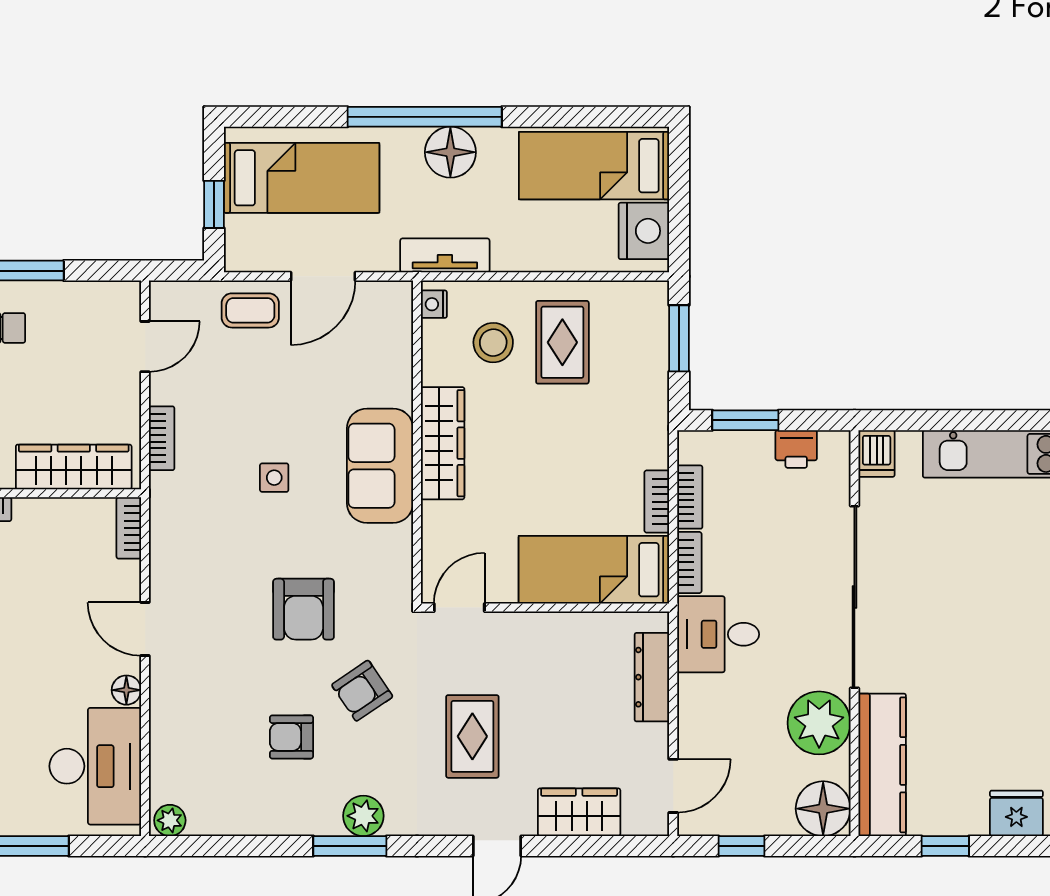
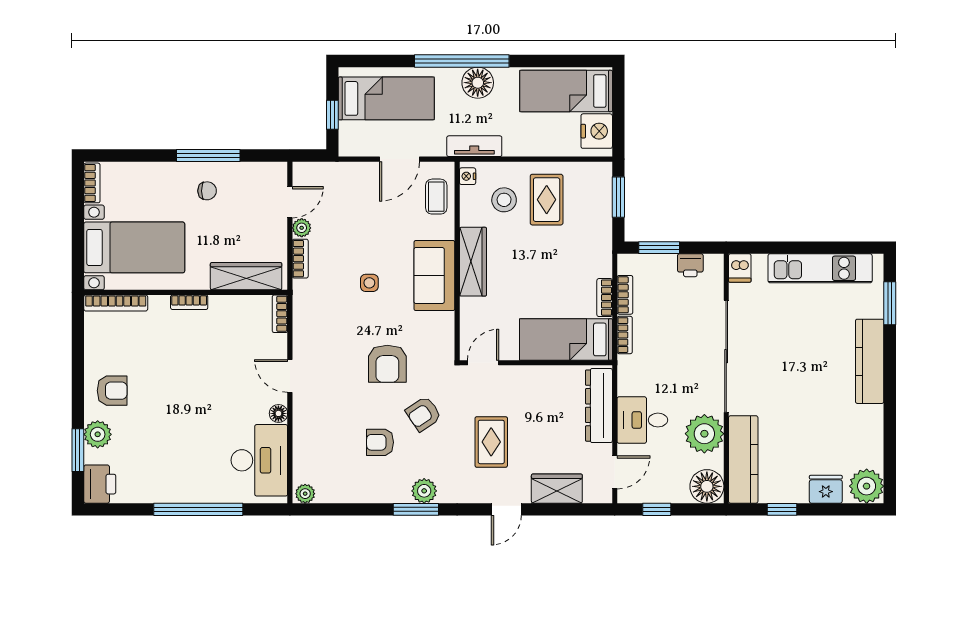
coffee table: (250, 310) -> (436, 197), moved, turned 90
plant: (164, 388) -> (302, 228), added
desk: (718, 634) -> (642, 420), moved
dresser: (652, 677) -> (599, 406), width x1.37, depth x1.24

